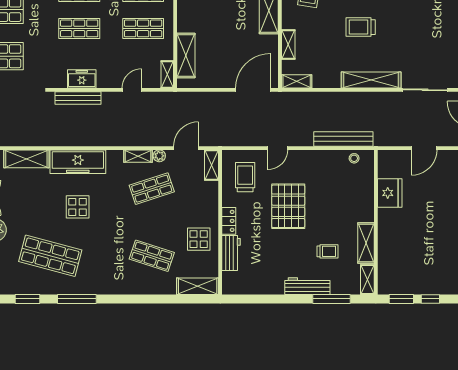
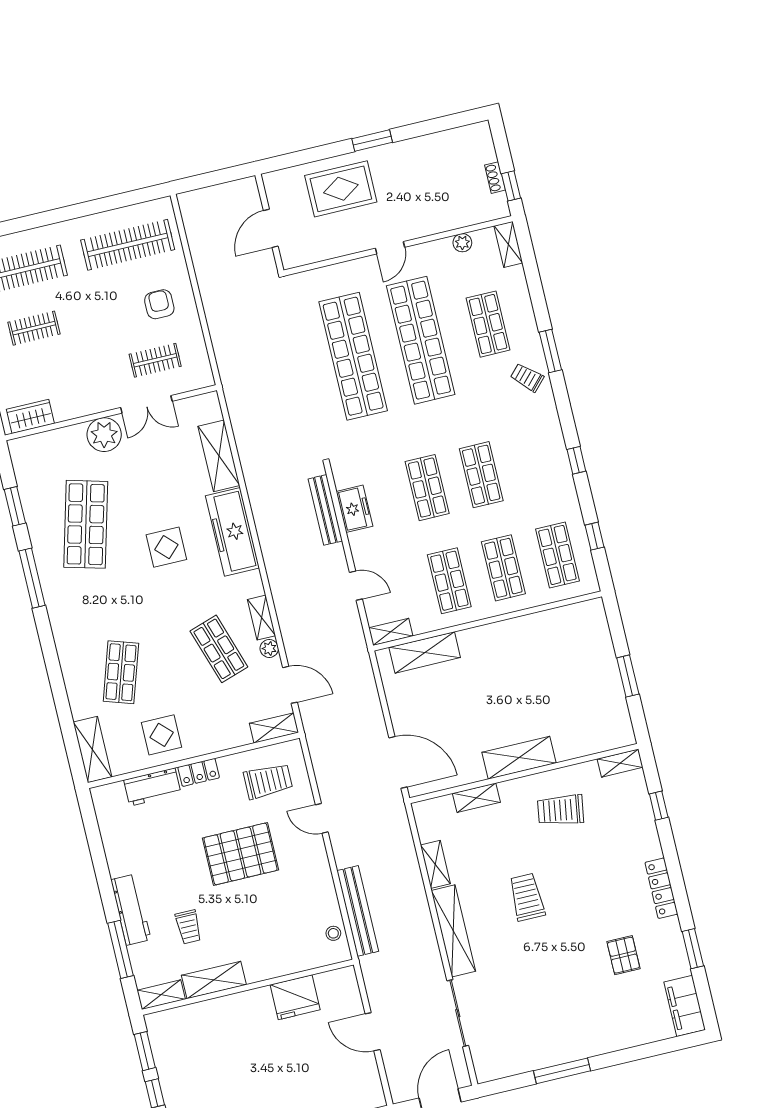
shelving: (297, 81) -> (435, 864), moved

